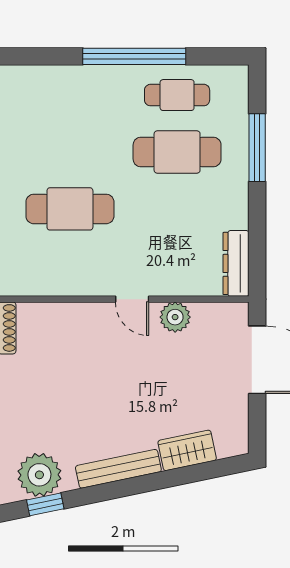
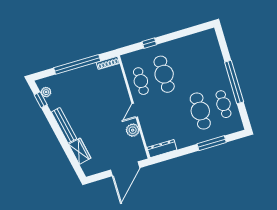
cafe table: (70, 266) -> (141, 81), added
plant: (39, 475) -> (46, 92), width x0.53, depth x0.53

